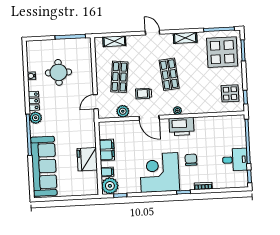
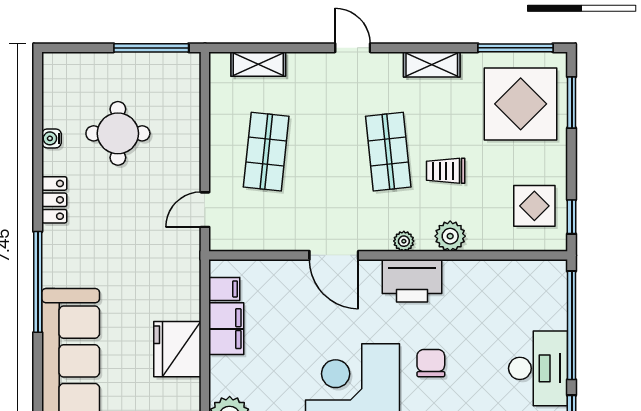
trolley: (144, 94) -> (446, 171), moved
plant: (123, 111) -> (450, 236), moved
plant: (36, 118) -> (56, 241), removed
desk: (235, 160) -> (538, 368), width x1.37
filing cabinet: (107, 172) -> (224, 289), moved

